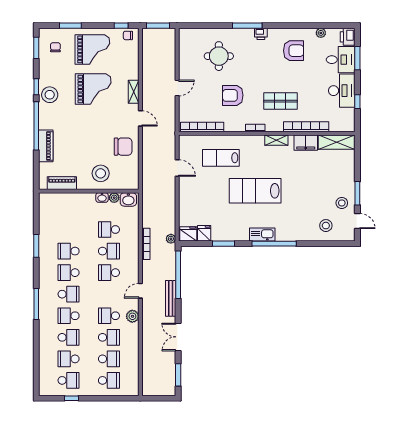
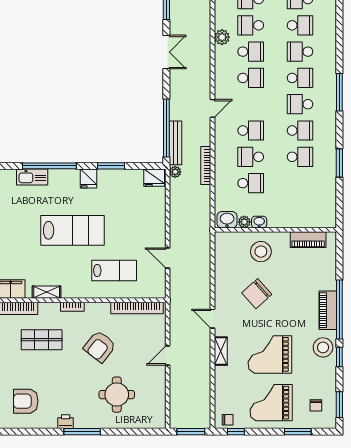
armchair: (233, 95) -> (100, 347), turned 128
piano: (46, 146) -> (328, 310), moved
chair: (123, 147) -> (257, 294), moved, turned -42
fridge: (204, 233) -> (88, 178), moved
kitchen sink: (262, 234) -> (32, 177), moved
bench: (171, 298) -> (176, 143), moved
plant: (132, 316) -> (222, 37), moved
school desk: (109, 337) -> (251, 52), turned 180

